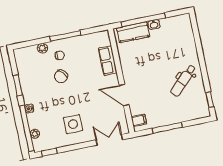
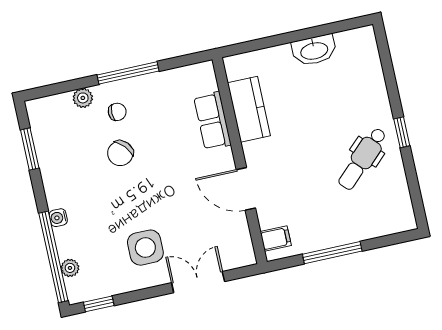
window: (143, 20) -> (282, 39), removed
washbasin: (154, 25) -> (314, 50), width x1.91, depth x1.45
kitchen counter: (133, 32) -> (249, 109), moved, turned -90
window: (18, 85) -> (30, 149), moved
window: (210, 99) -> (402, 132), moved
double door: (109, 140) -> (198, 282), moved

